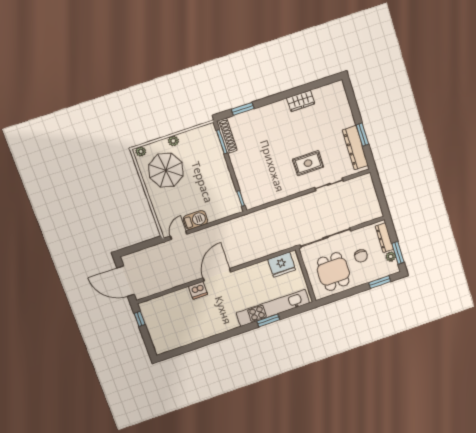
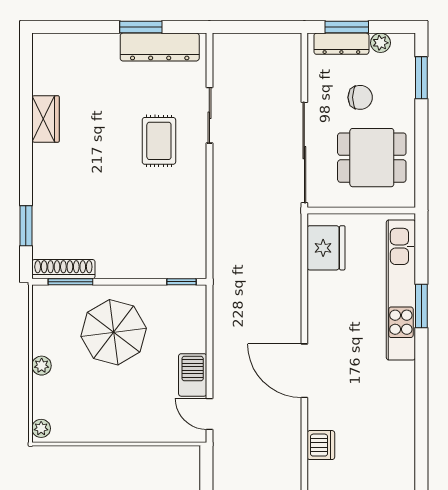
parasol: (166, 170) -> (114, 332), moved
window: (398, 253) -> (347, 27), moved
dishwasher: (198, 290) -> (321, 445), moved

